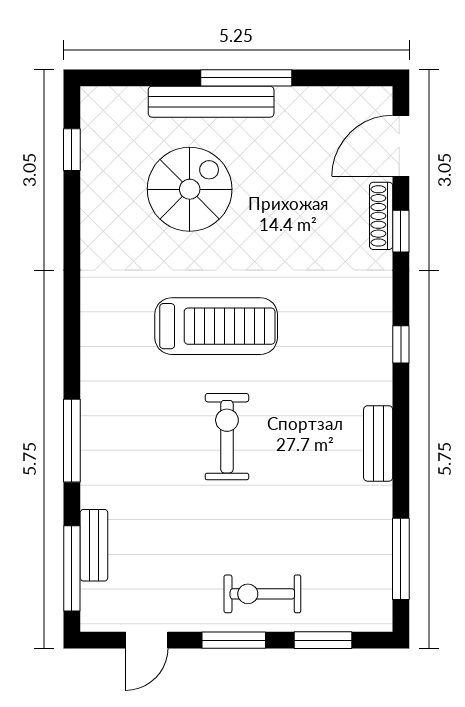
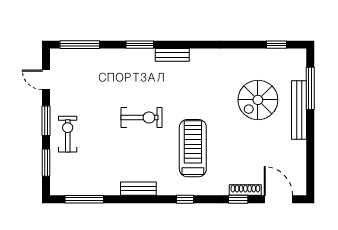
window: (246, 78) -> (310, 88), moved
spiral stairs: (190, 189) -> (258, 100), turned 90
treadmill: (216, 326) -> (193, 148), moved, turned 180
window: (72, 441) -> (140, 45), width x0.69
bench: (94, 545) -> (172, 55), moved

